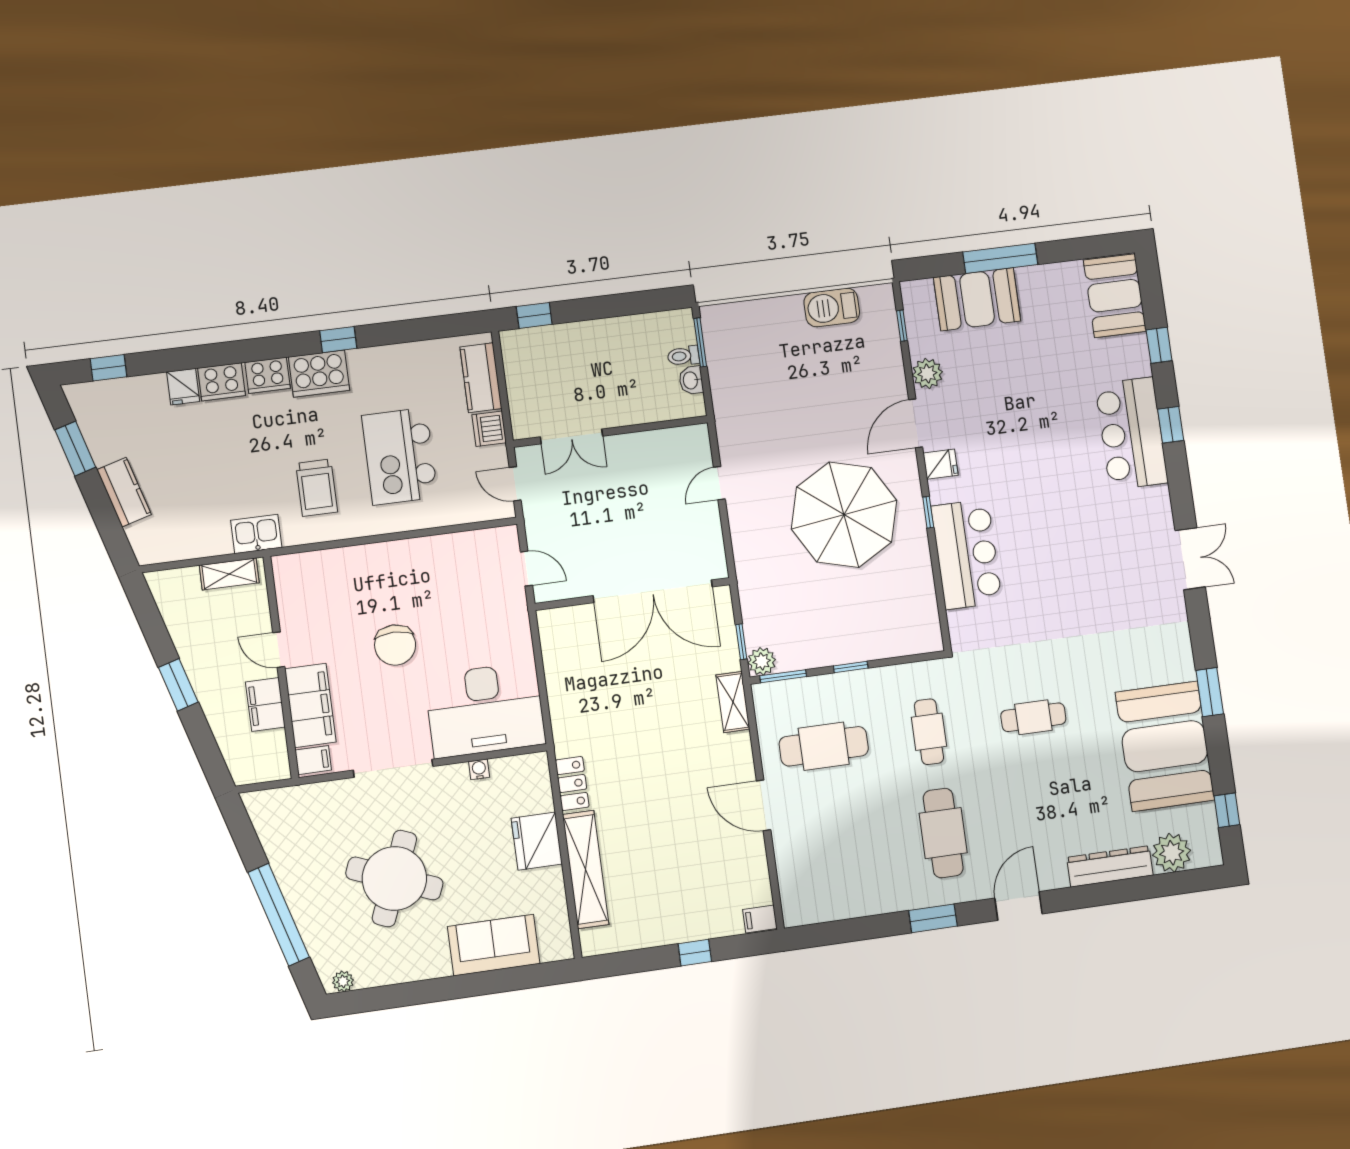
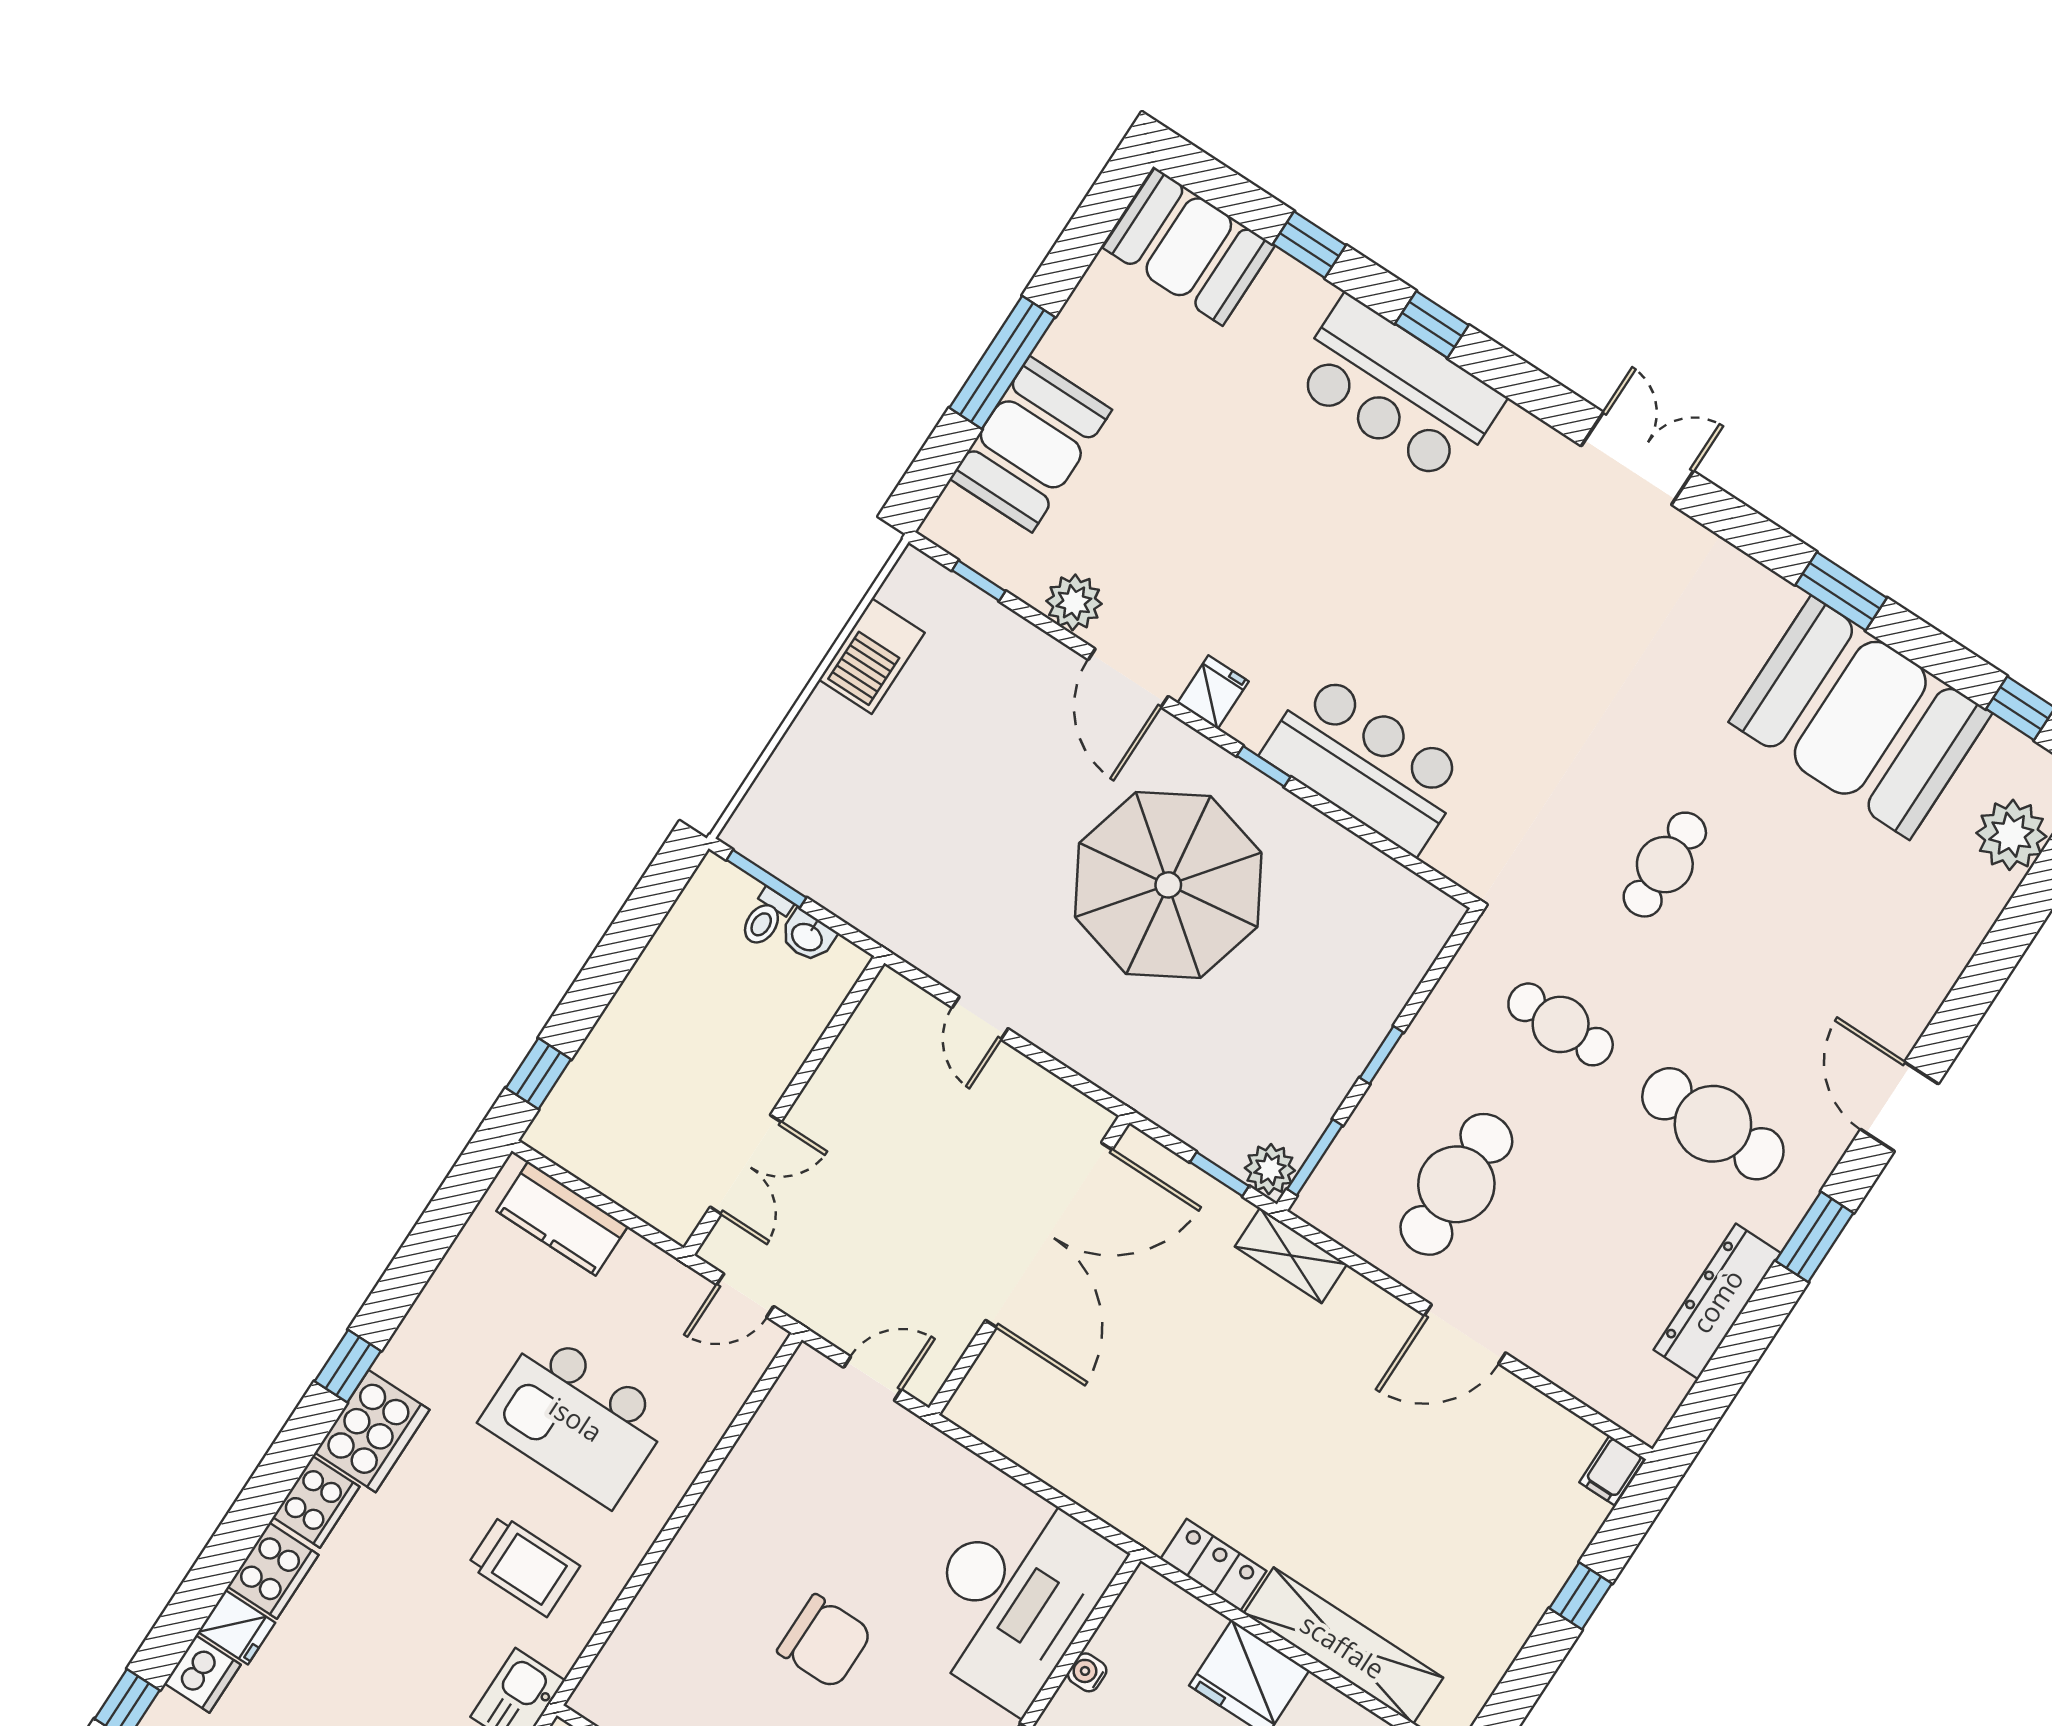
dishwasher: (489, 429) -> (202, 1674), moved, turned -90
dresser: (1110, 866) -> (1717, 1301), moved

